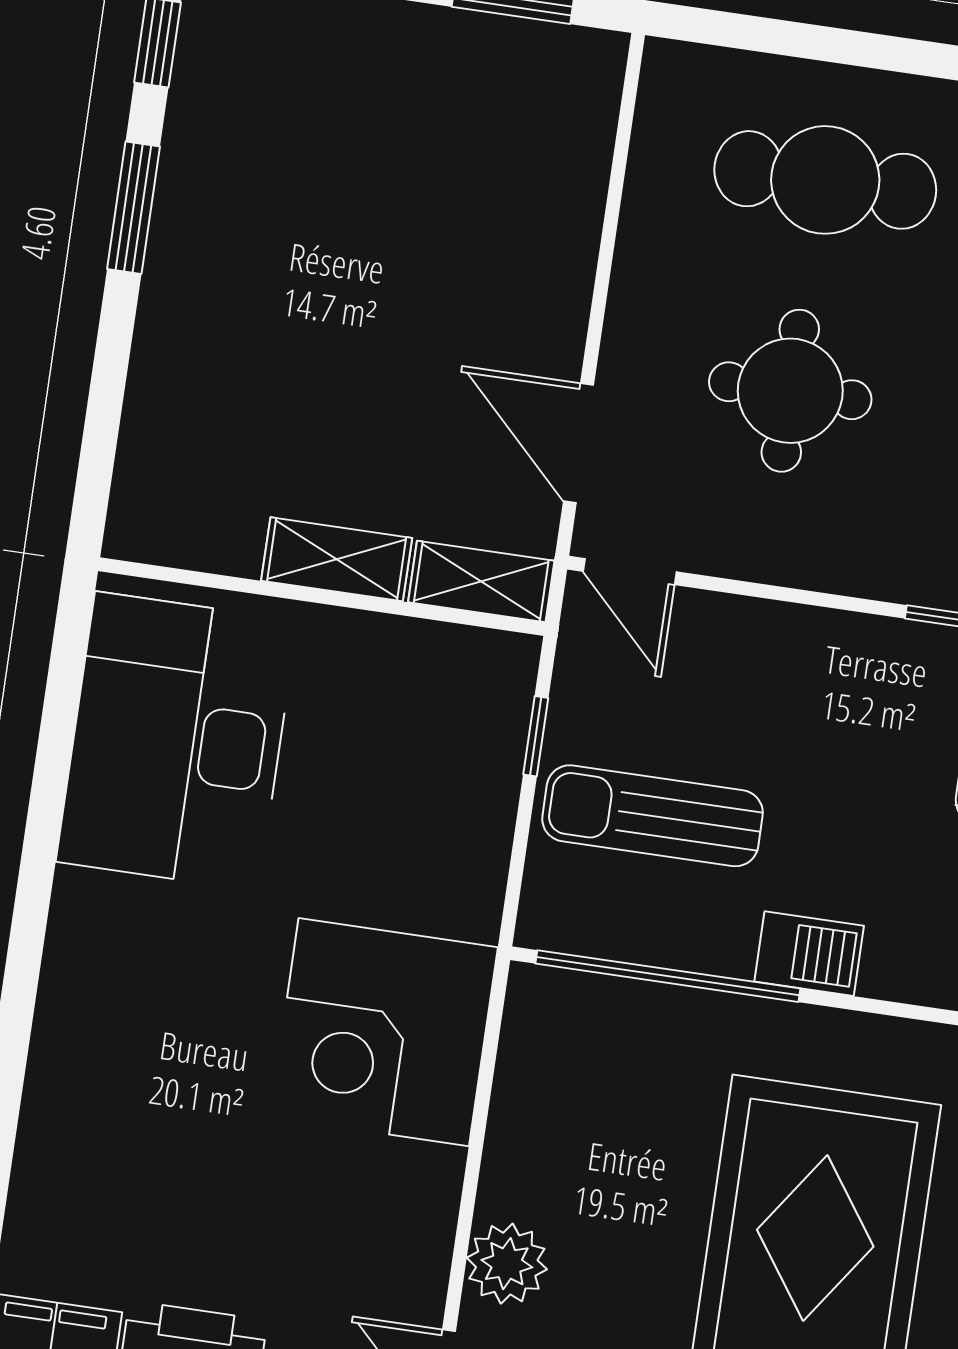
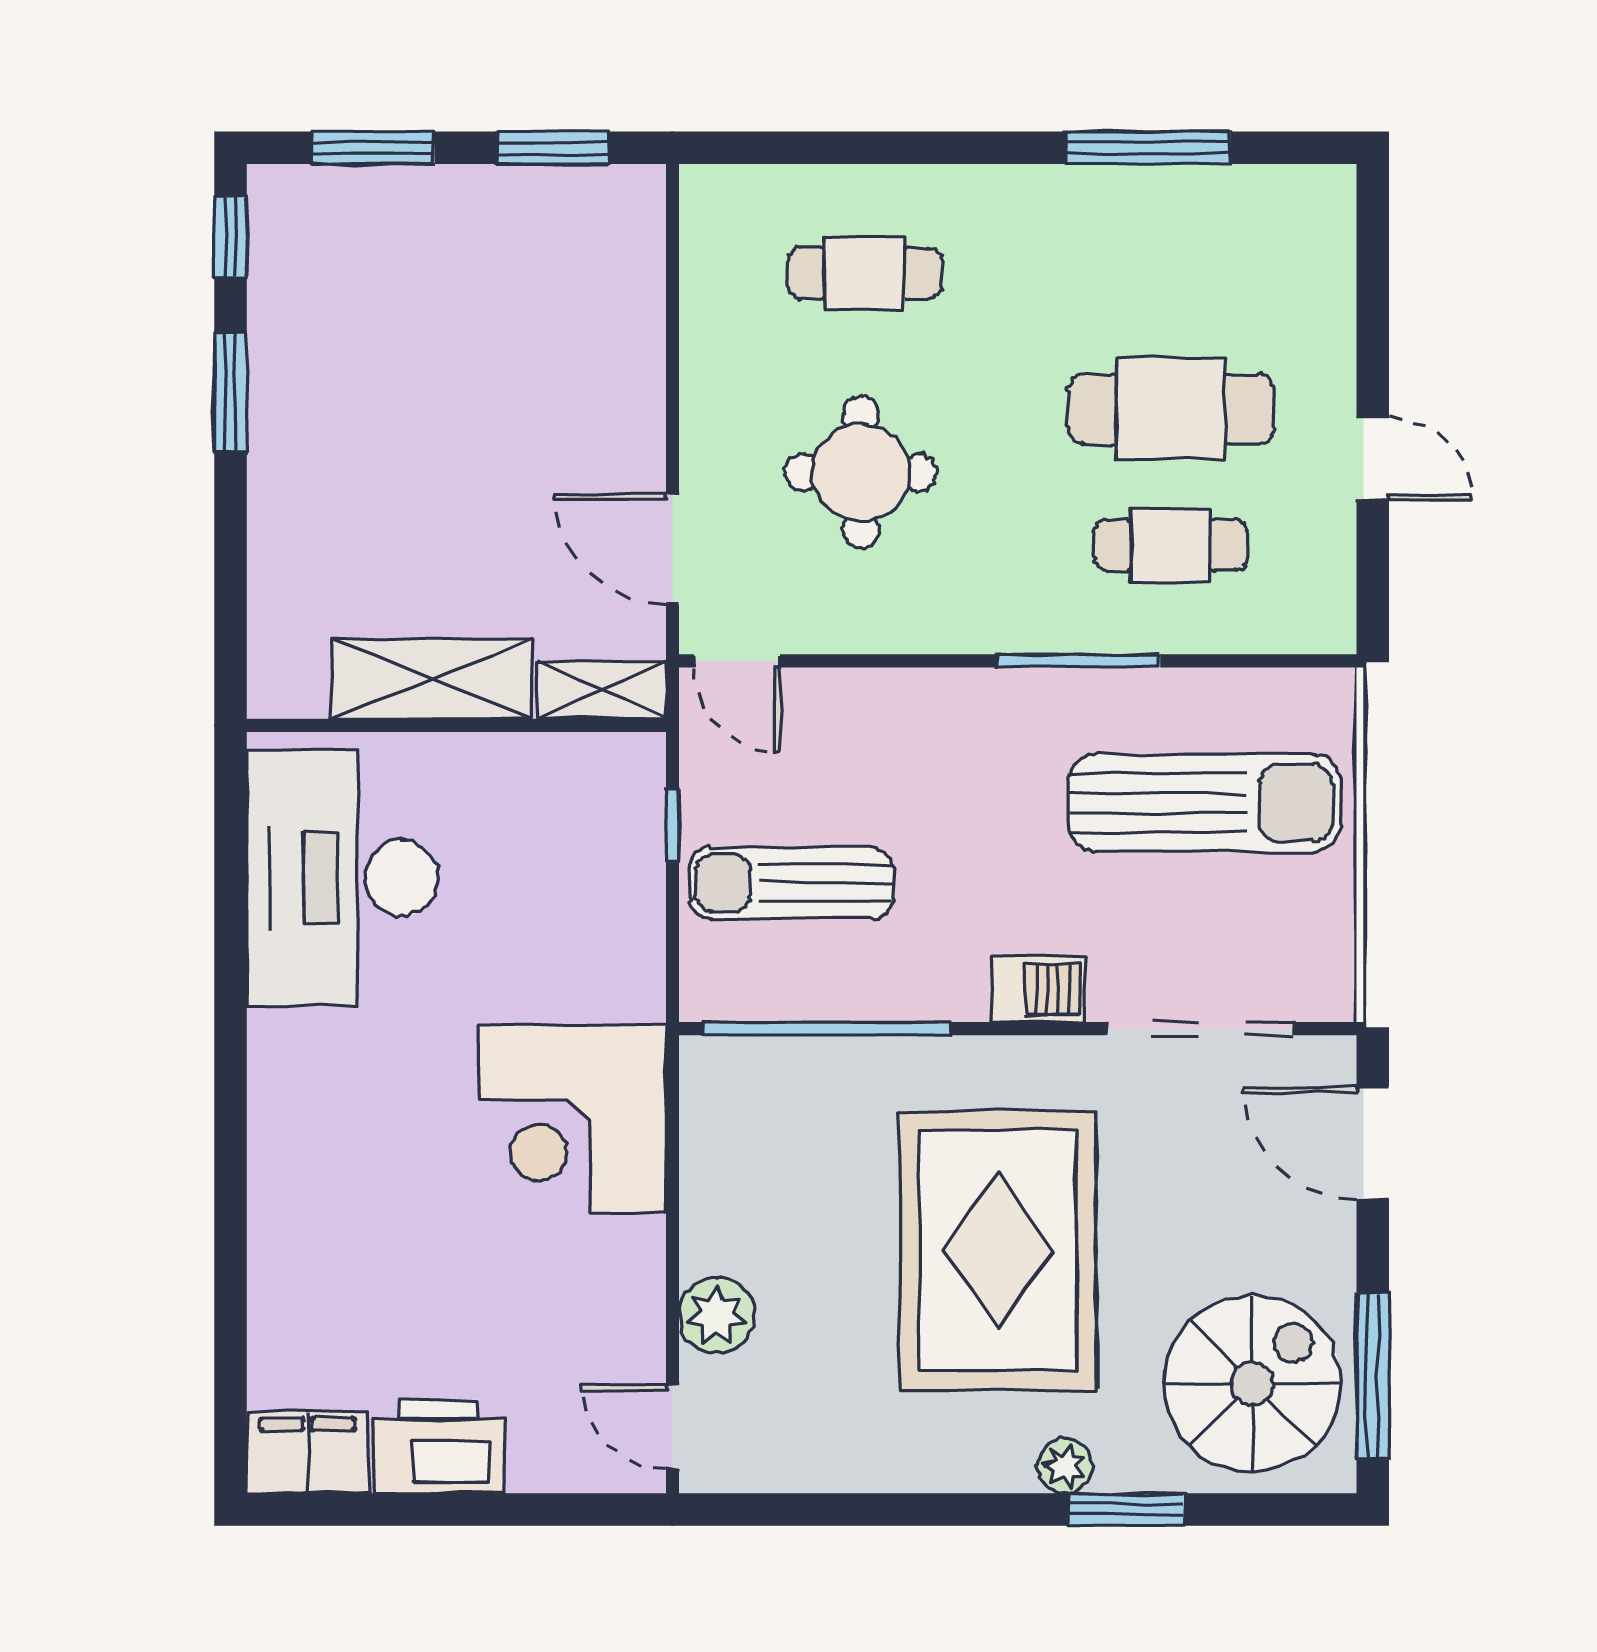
cafe table: (825, 180) -> (865, 273), width x0.73, depth x0.74
shelving: (337, 559) -> (432, 679), width x1.50, depth x1.33
barbecue: (809, 954) -> (1039, 989), moved

